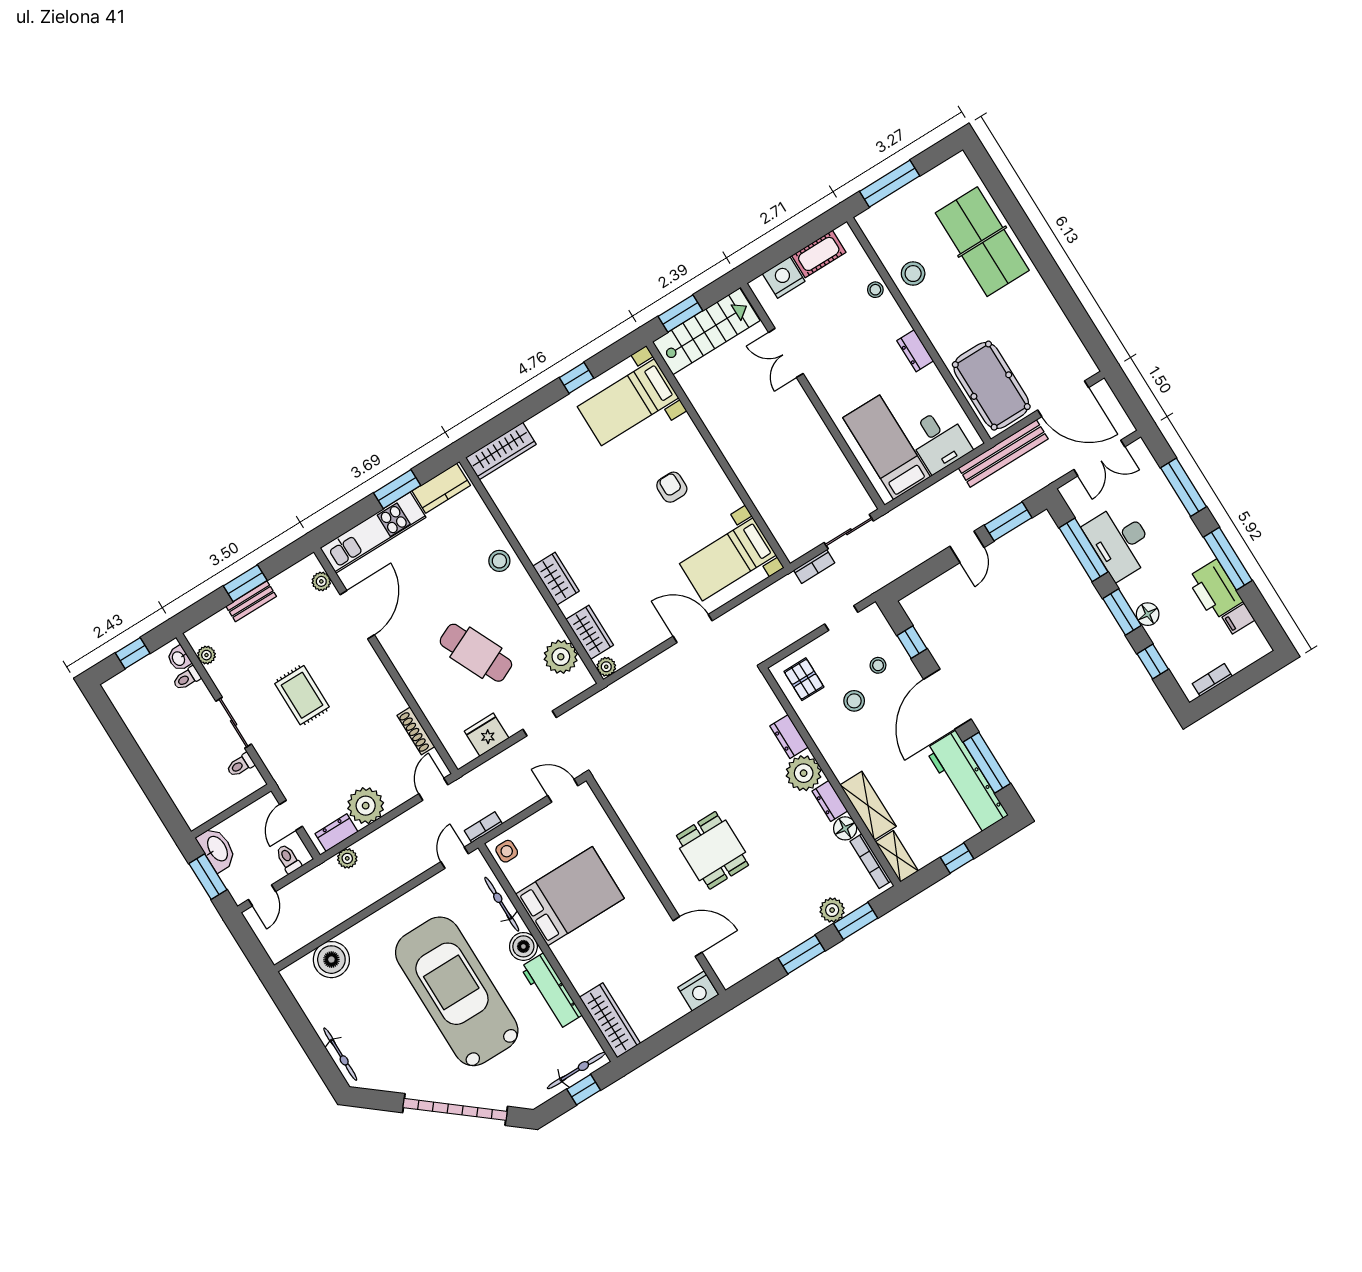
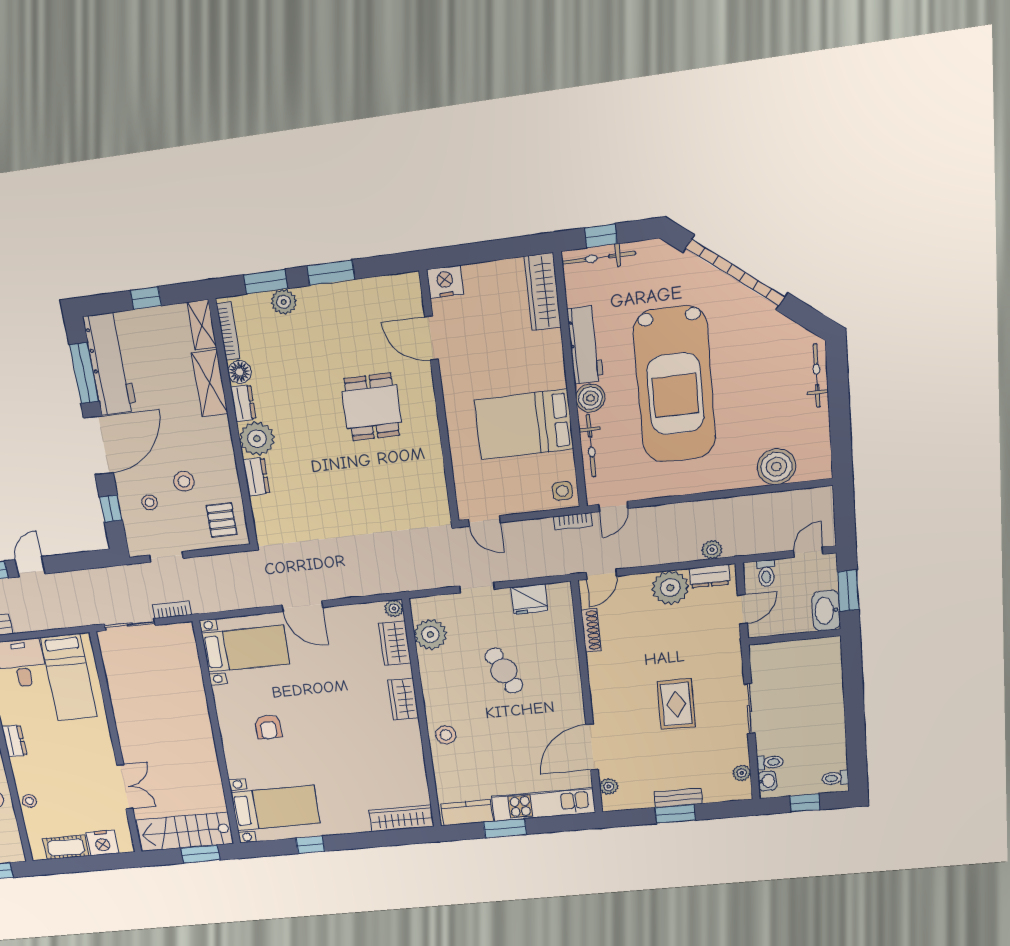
cafe table: (476, 653) -> (504, 671), width x0.73, depth x0.74
toilet: (240, 765) -> (835, 778), moved, turned 180

